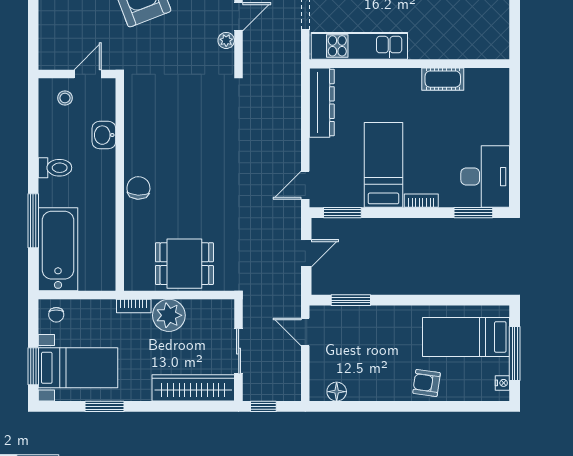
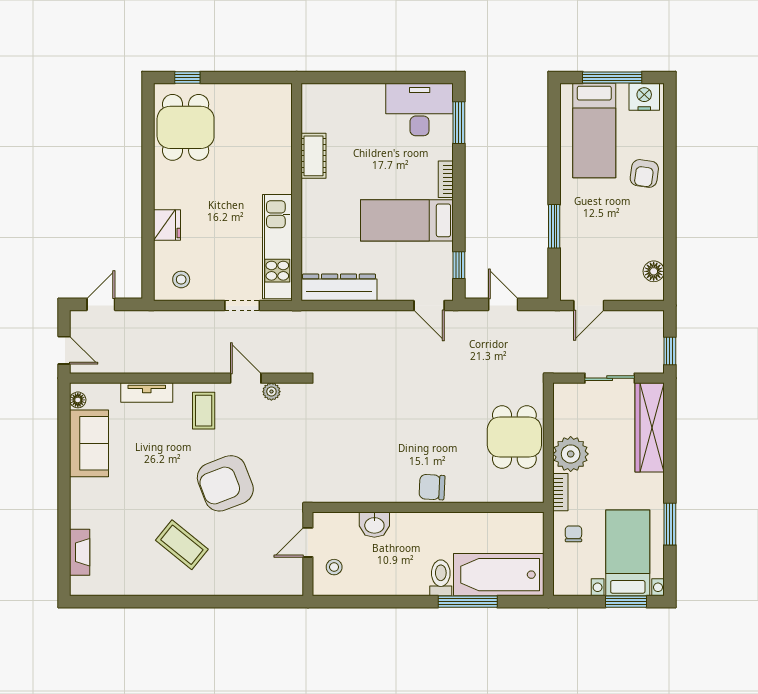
door: (88, 74) -> (308, 542), hinge flipped
toilet: (55, 168) -> (441, 578), moved
window: (342, 213) -> (459, 265), width x0.67
window: (351, 300) -> (554, 226), moved
chair: (56, 315) -> (573, 534), moved, turned -90
nightstand: (502, 383) -> (644, 97), width x1.89, depth x1.79

